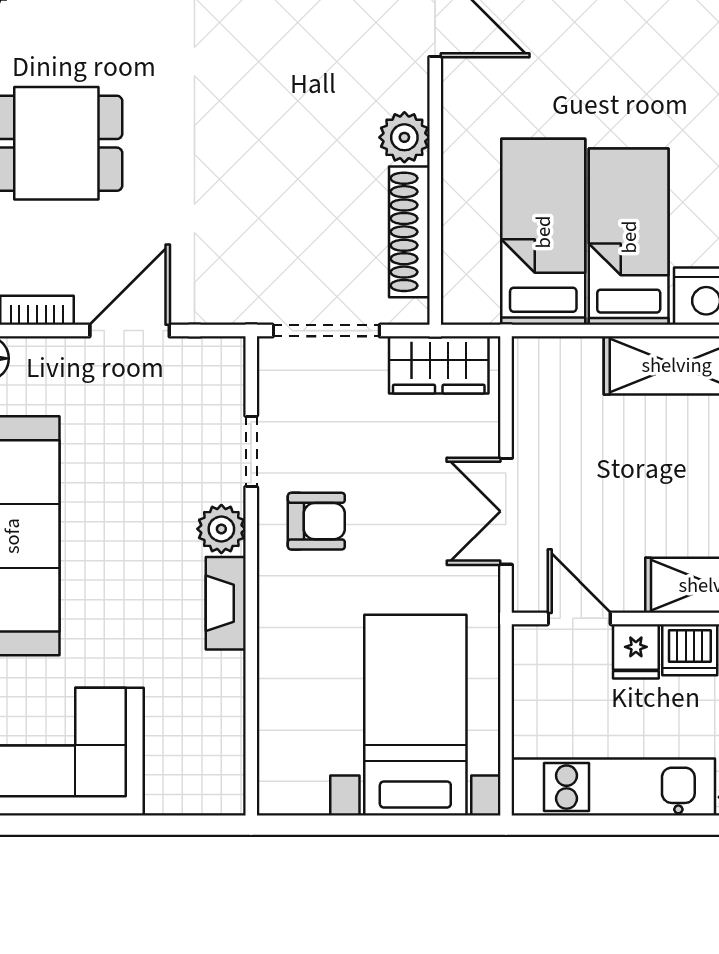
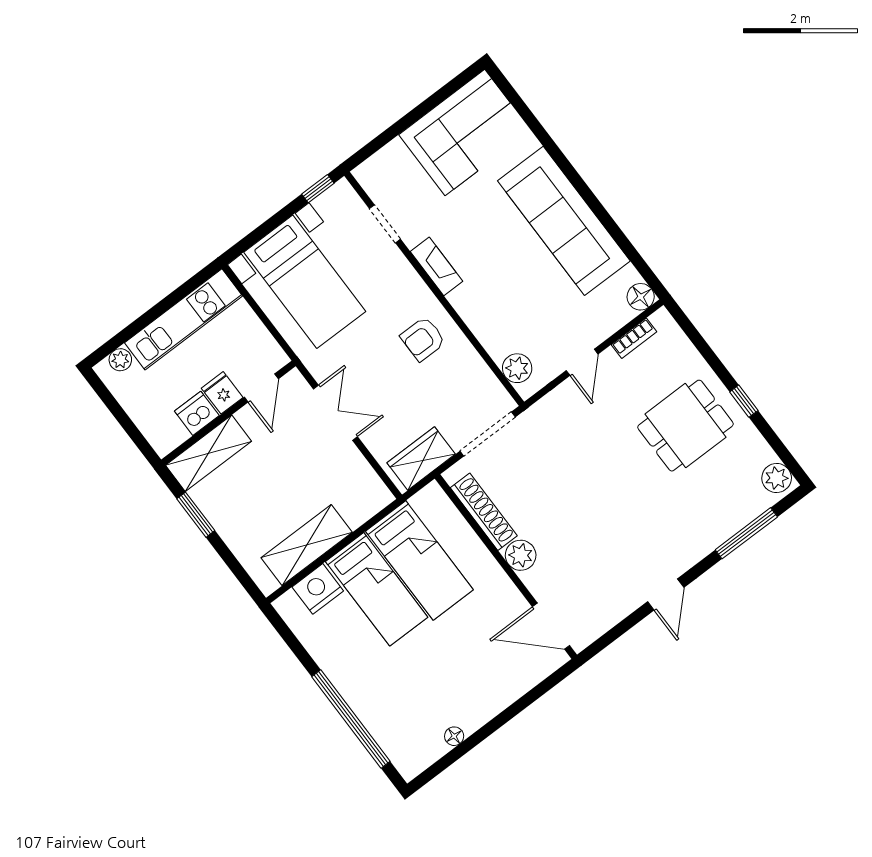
door: (130, 331) -> (582, 362), width x0.73
doorway: (251, 451) -> (385, 224), moved
plant: (221, 529) -> (517, 368), moved
door: (579, 618) -> (261, 388), hinge flipped
window: (305, 825) -> (318, 189), added

